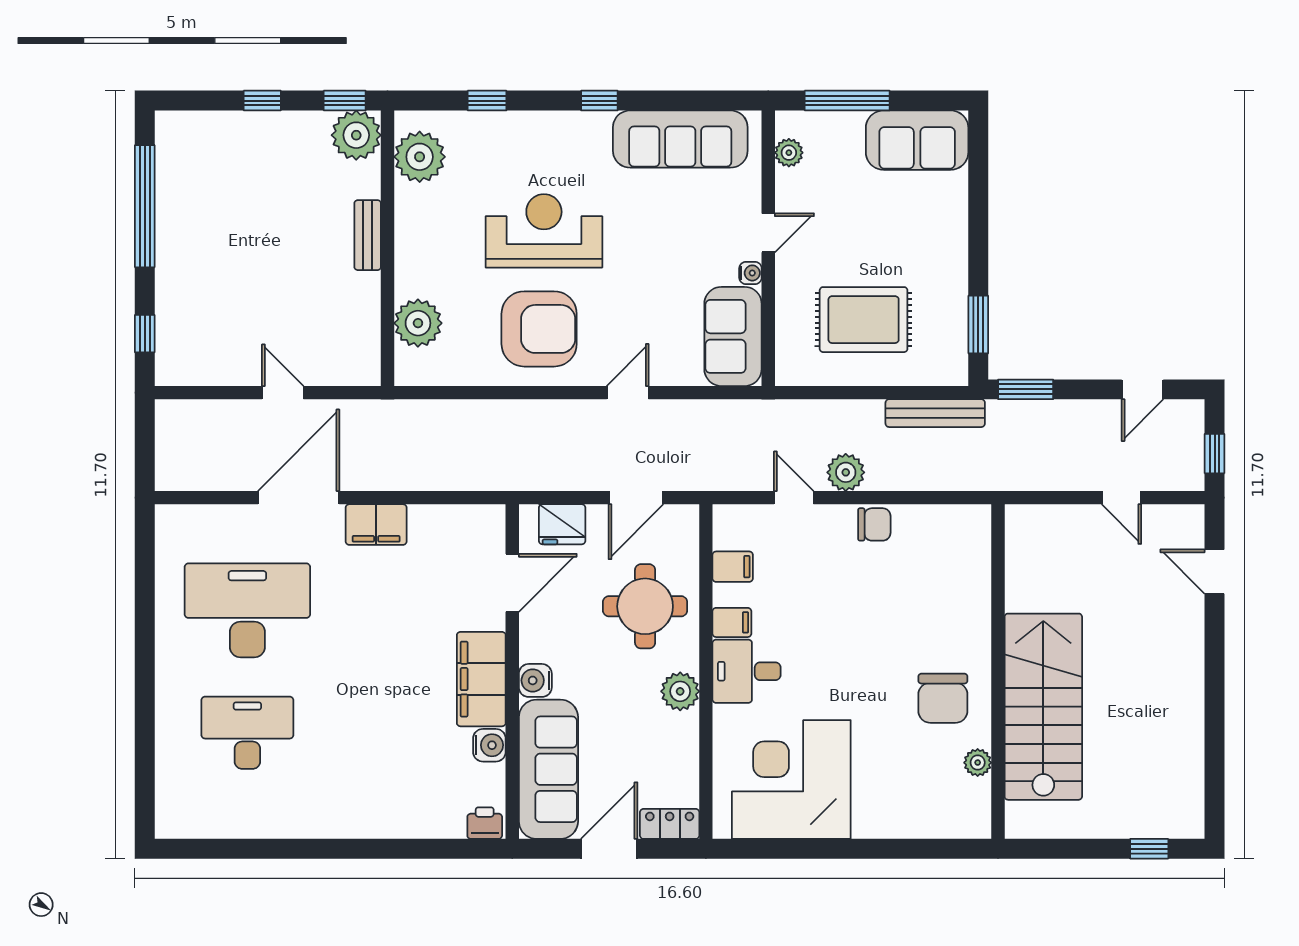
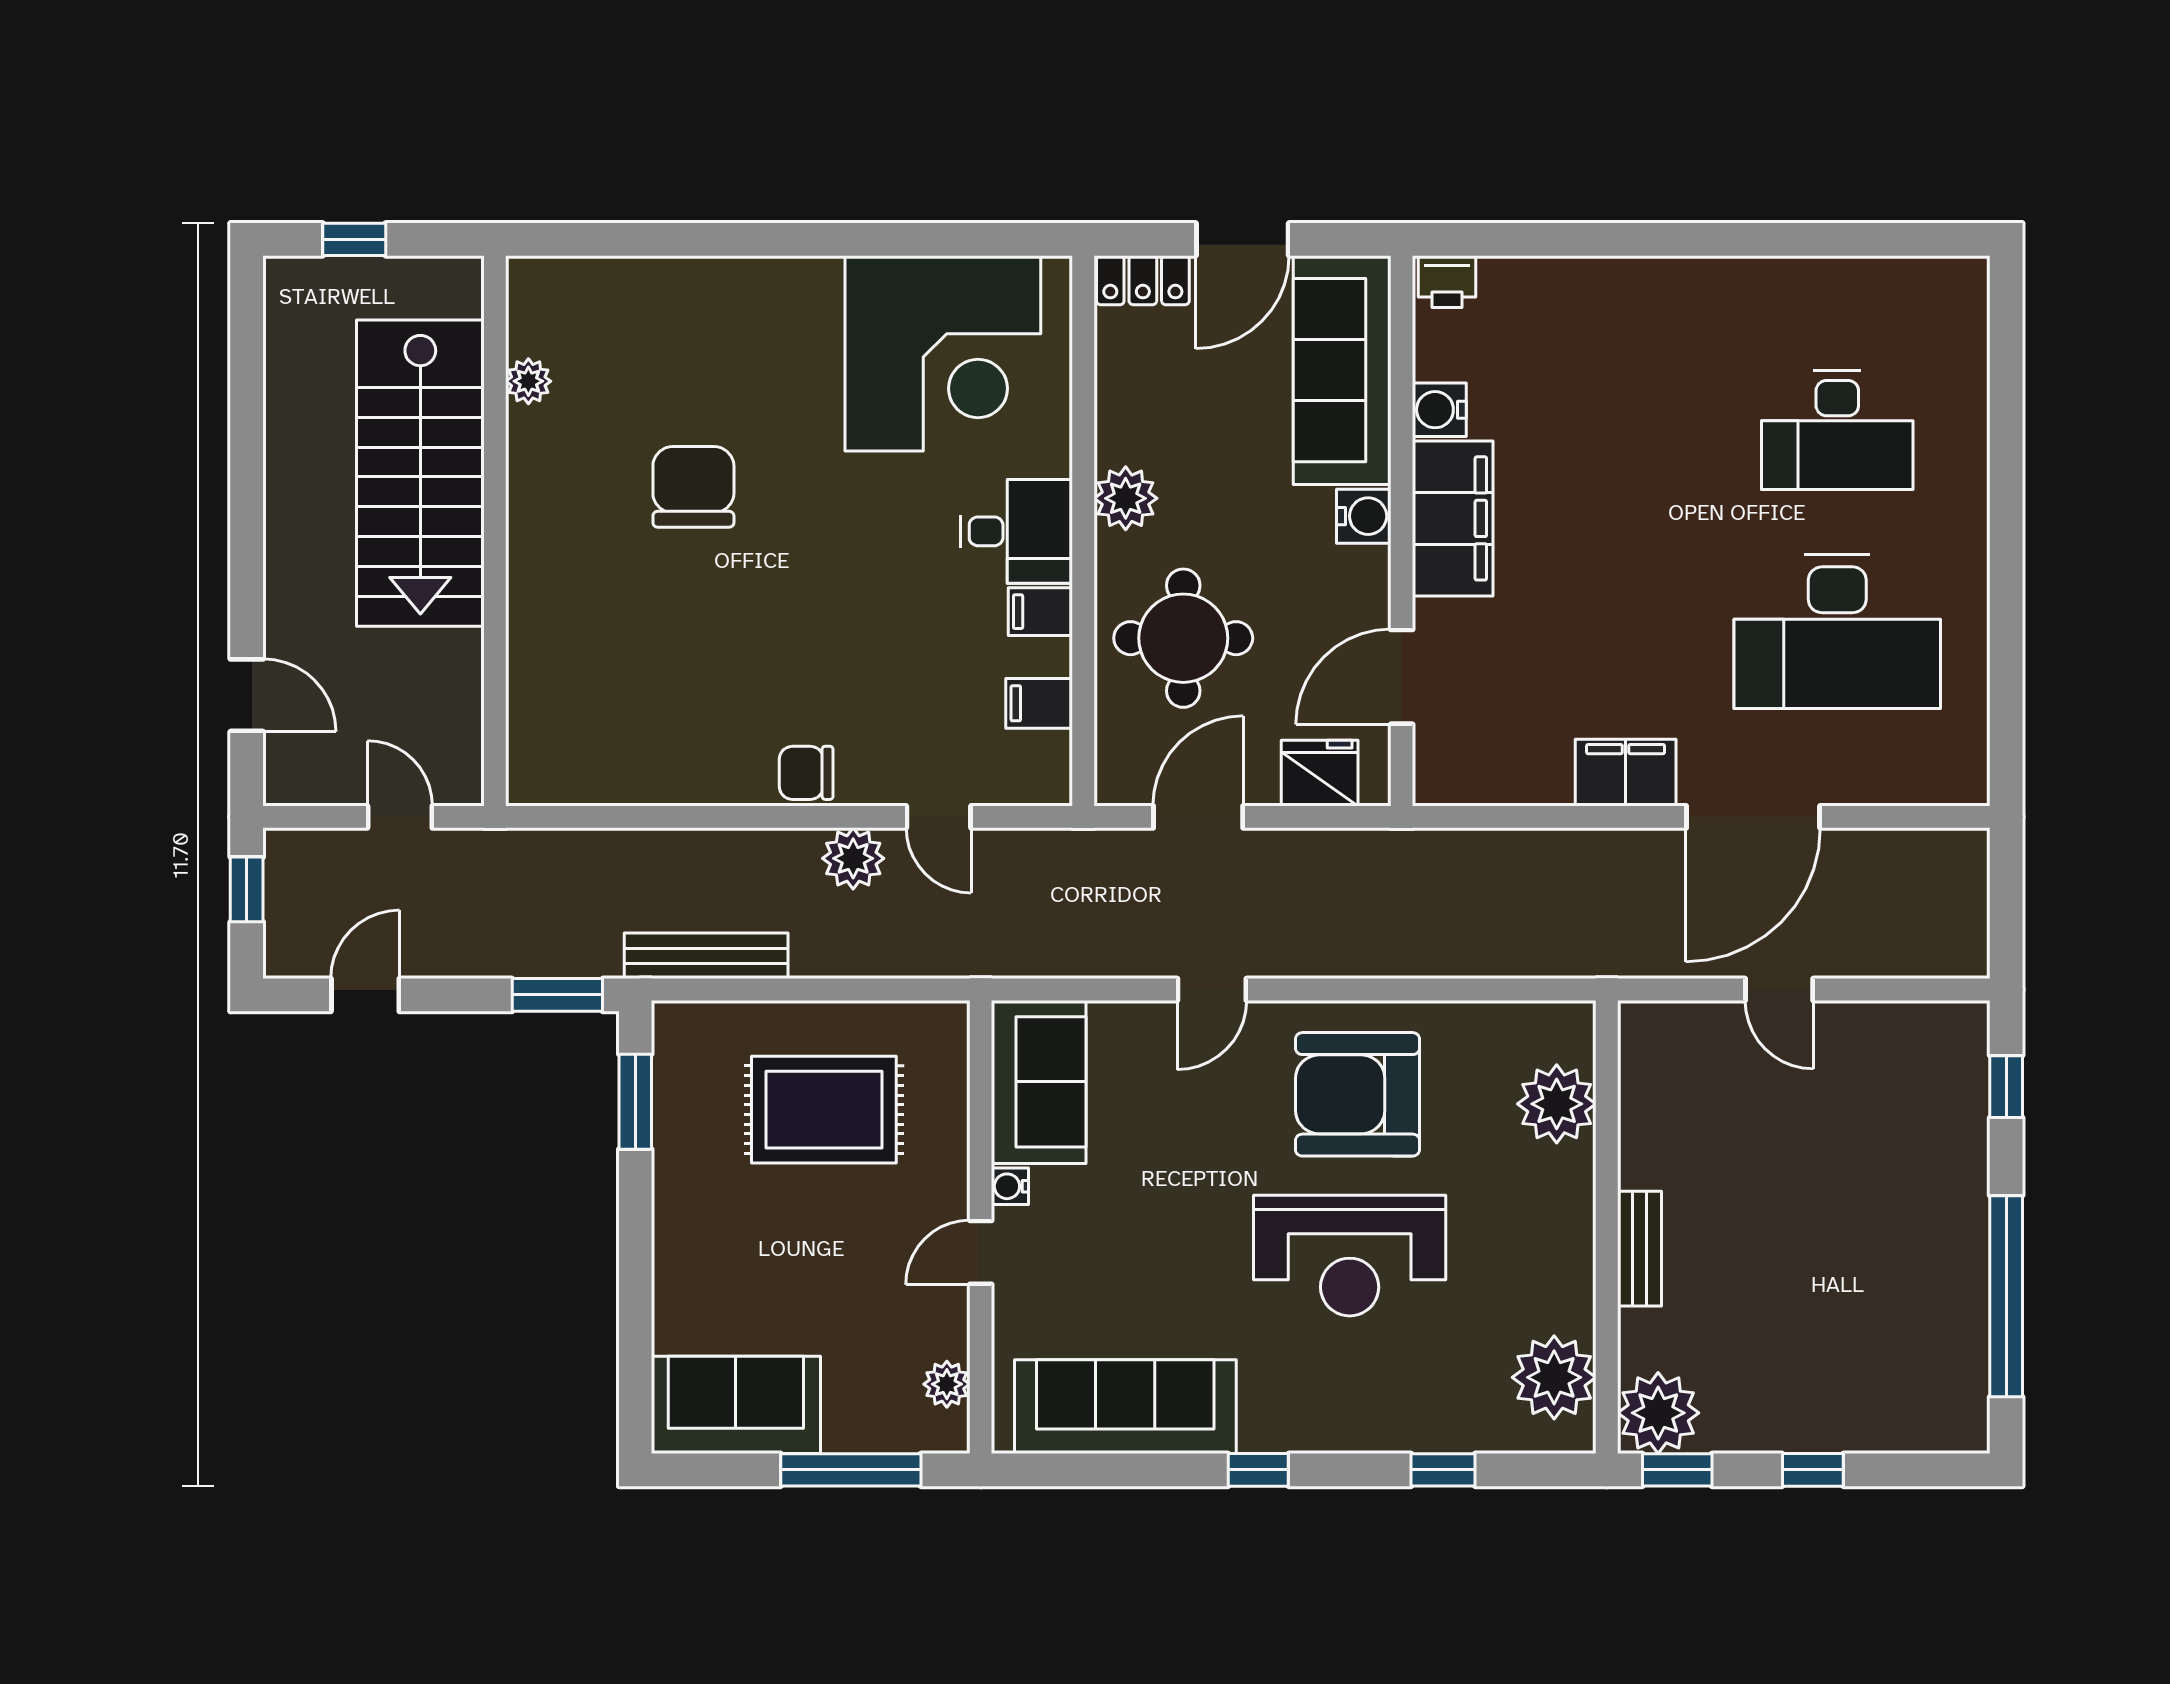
wall: (998, 672) -> (495, 531), moved
stairs: (1043, 707) -> (420, 473), moved
plant: (978, 763) -> (528, 381), moved

